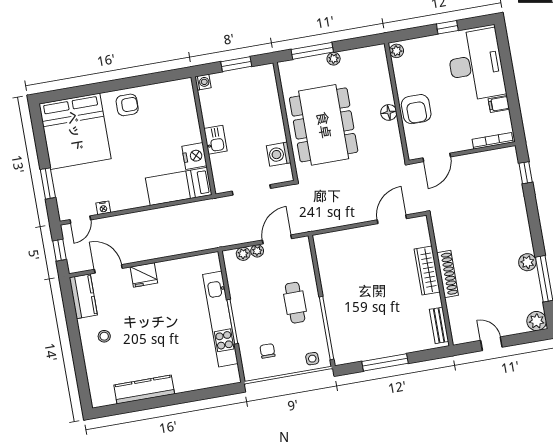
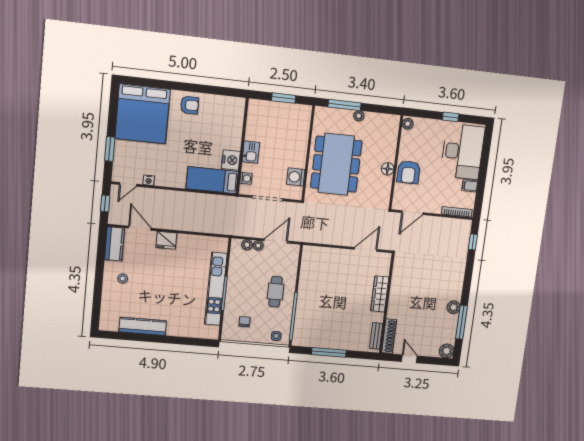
washing machine: (203, 82) -> (246, 178), moved
shoe rack: (447, 274) -> (389, 336), moved

